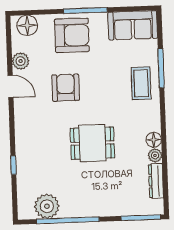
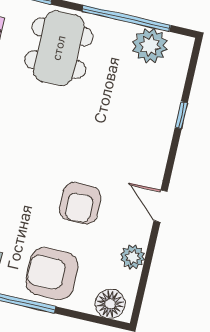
door: (10, 86) -> (160, 206), moved
dining table: (92, 143) -> (59, 48), moved, width x1.38

